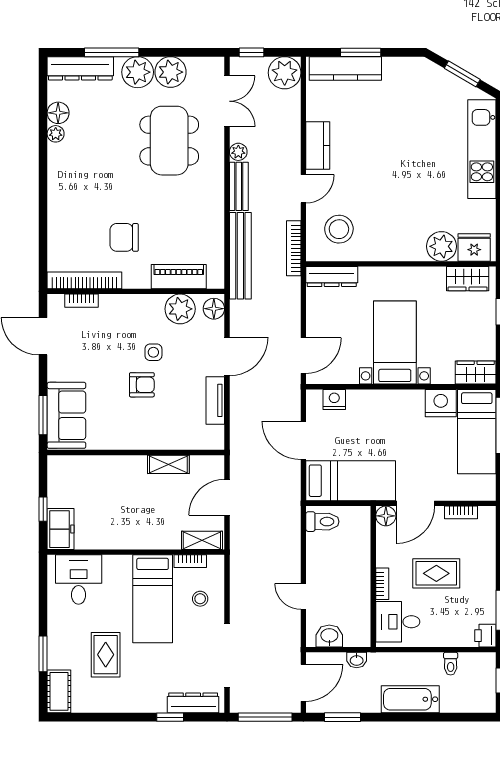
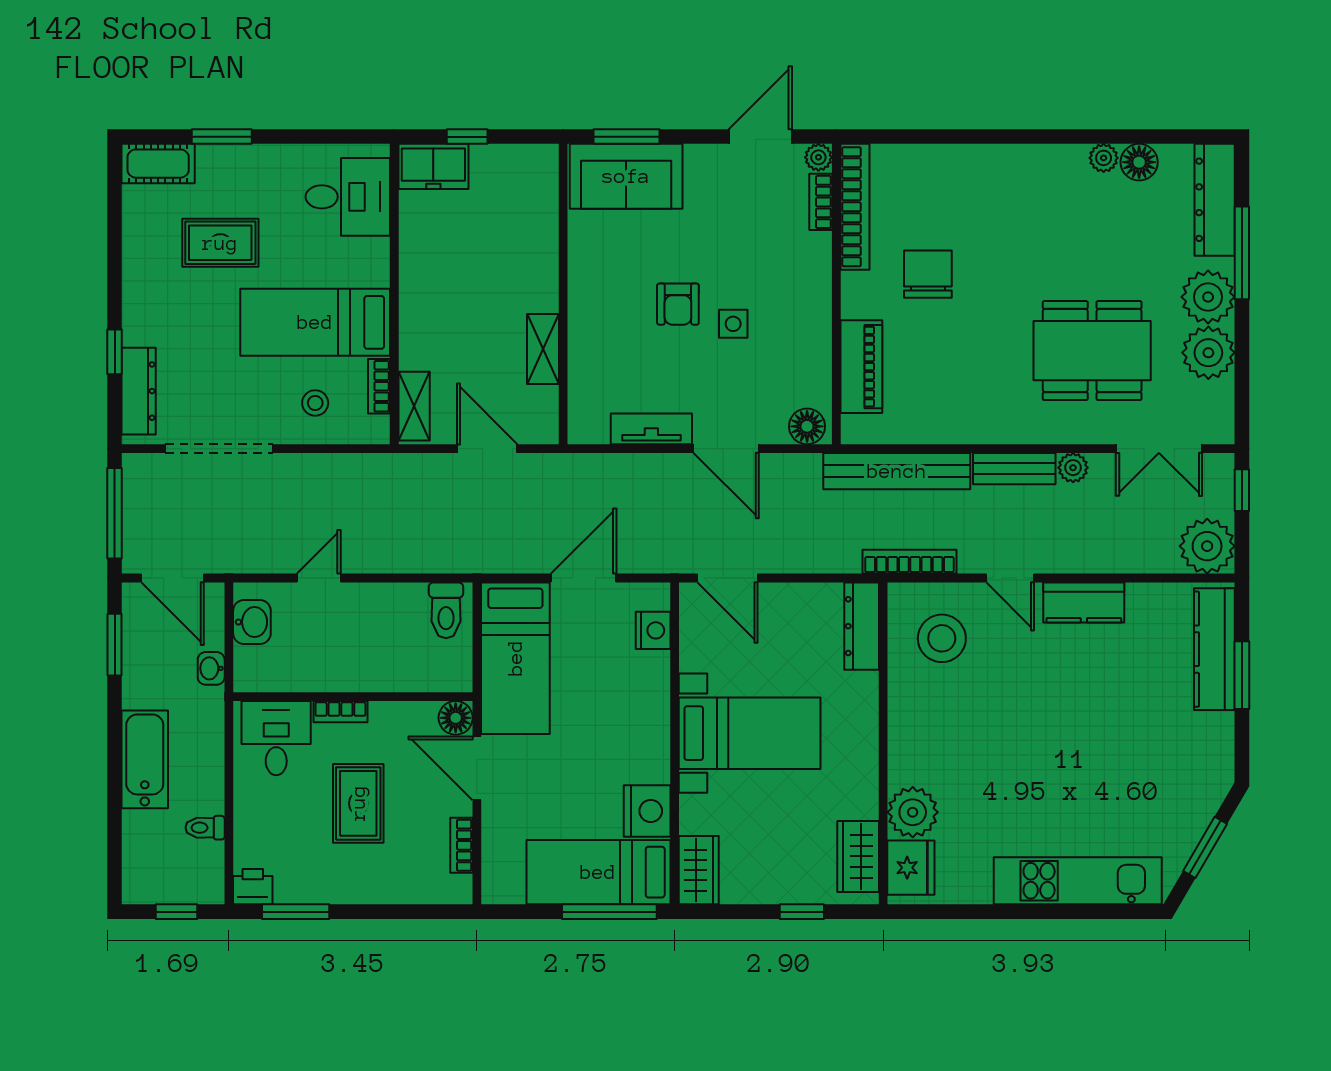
plant: (180, 309) -> (818, 157), moved, width x0.53, depth x0.53

